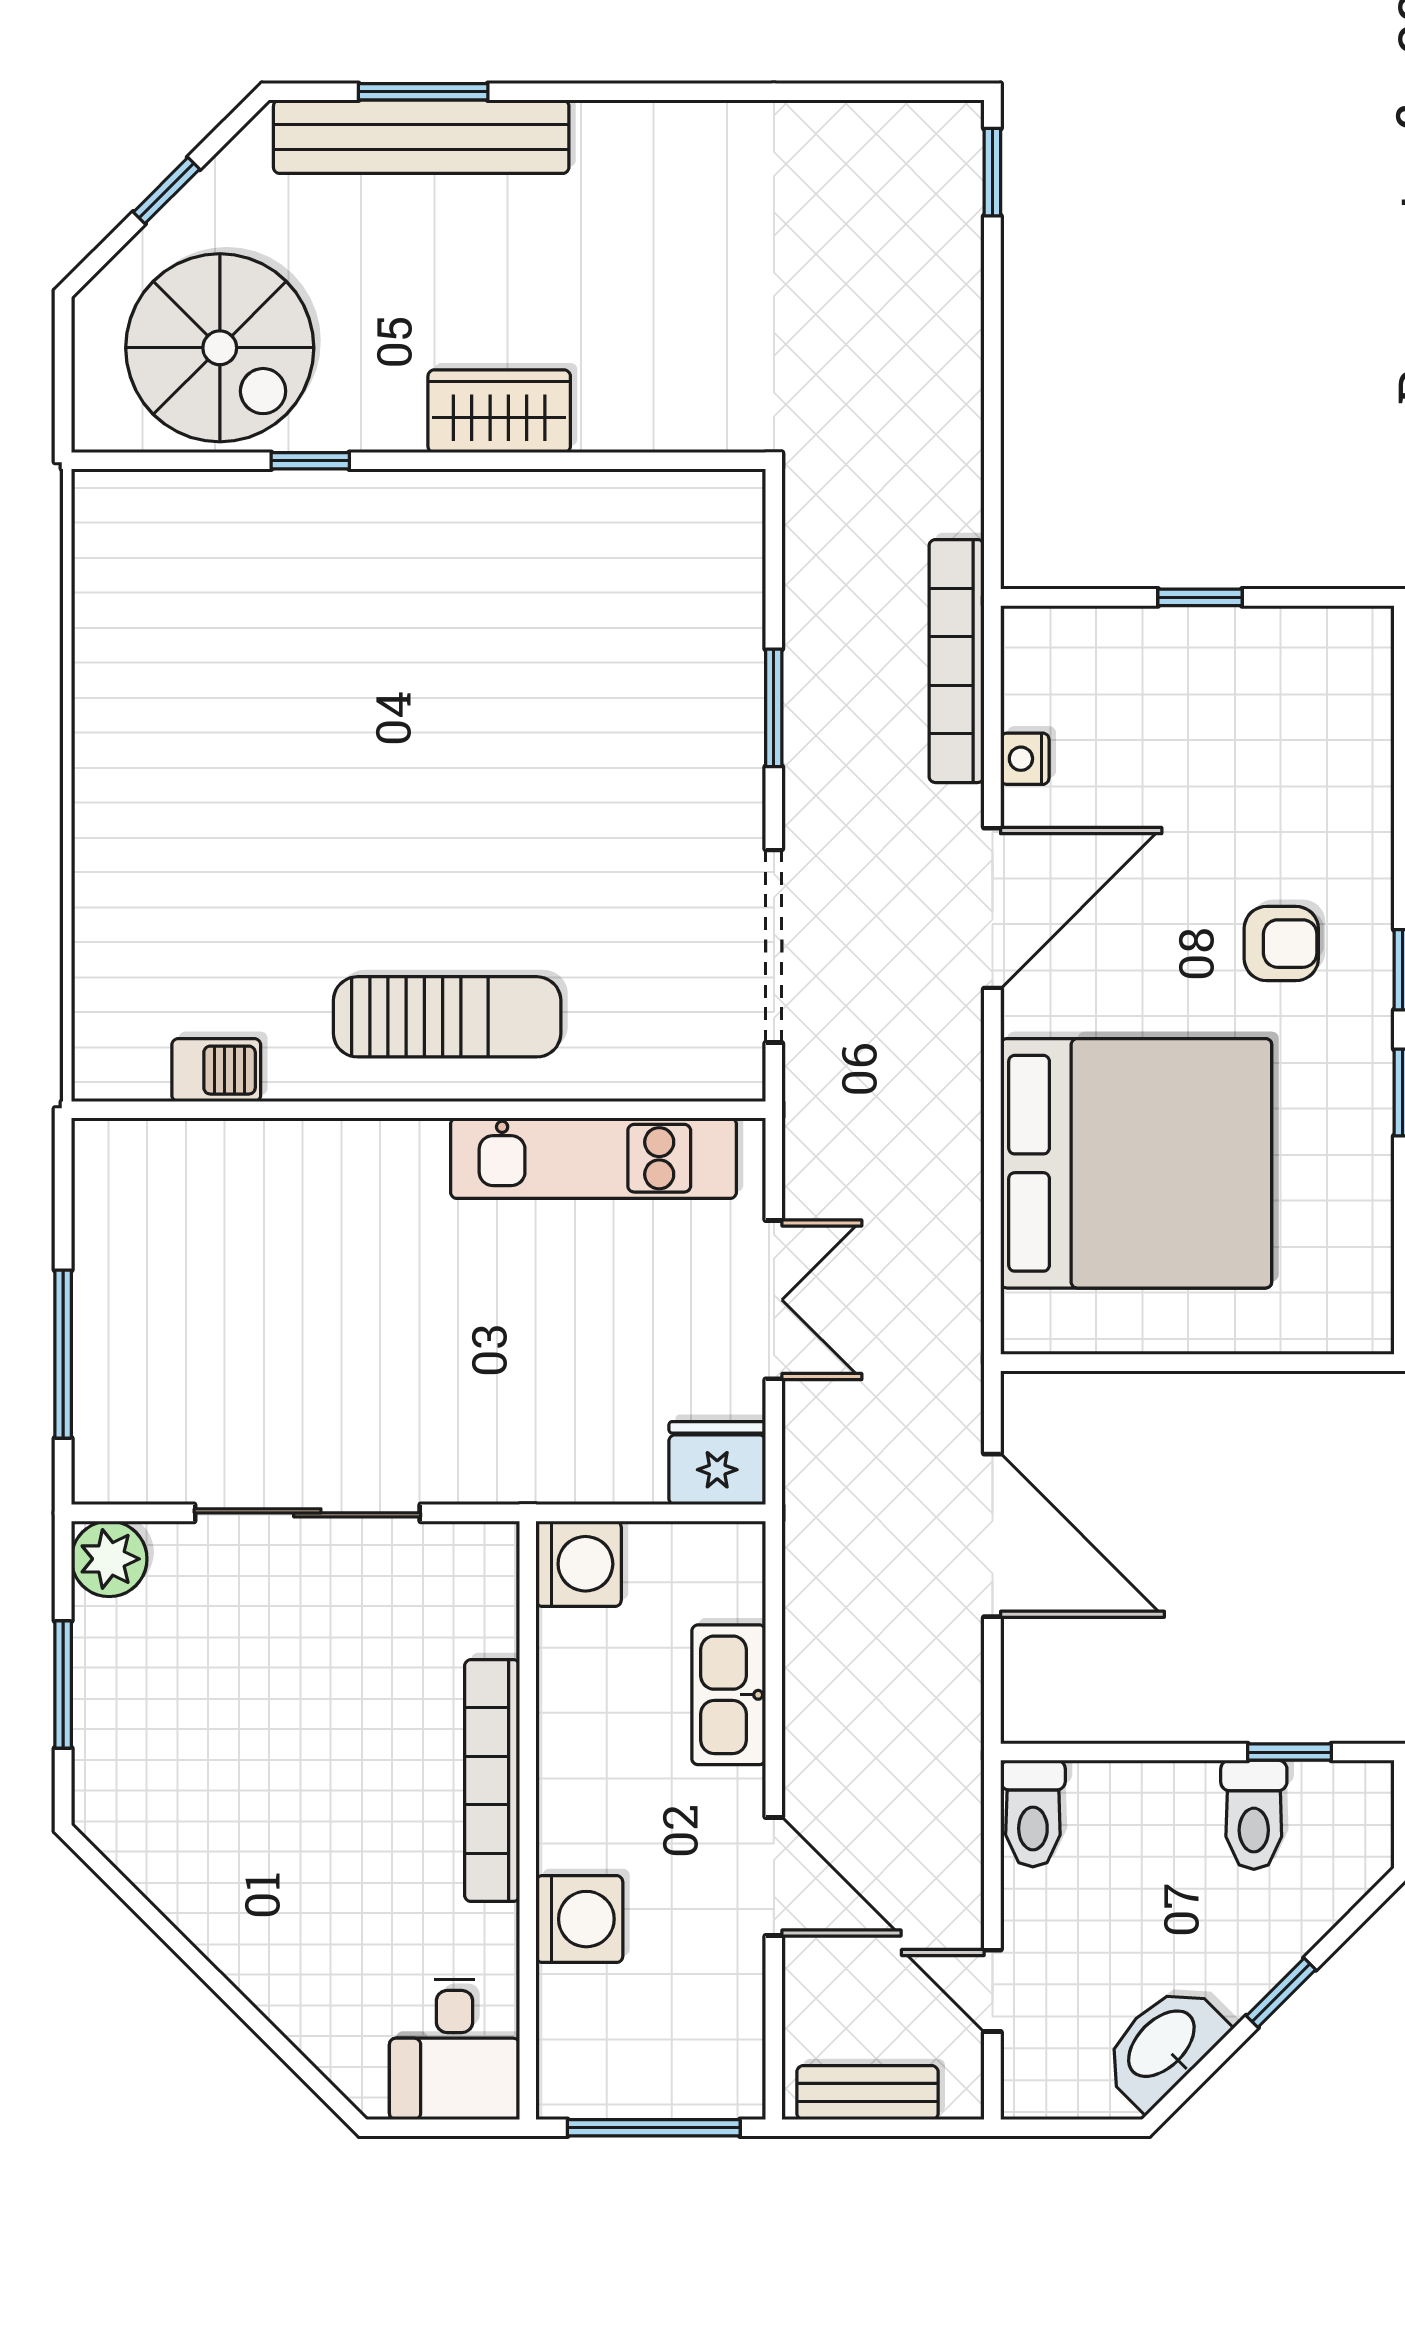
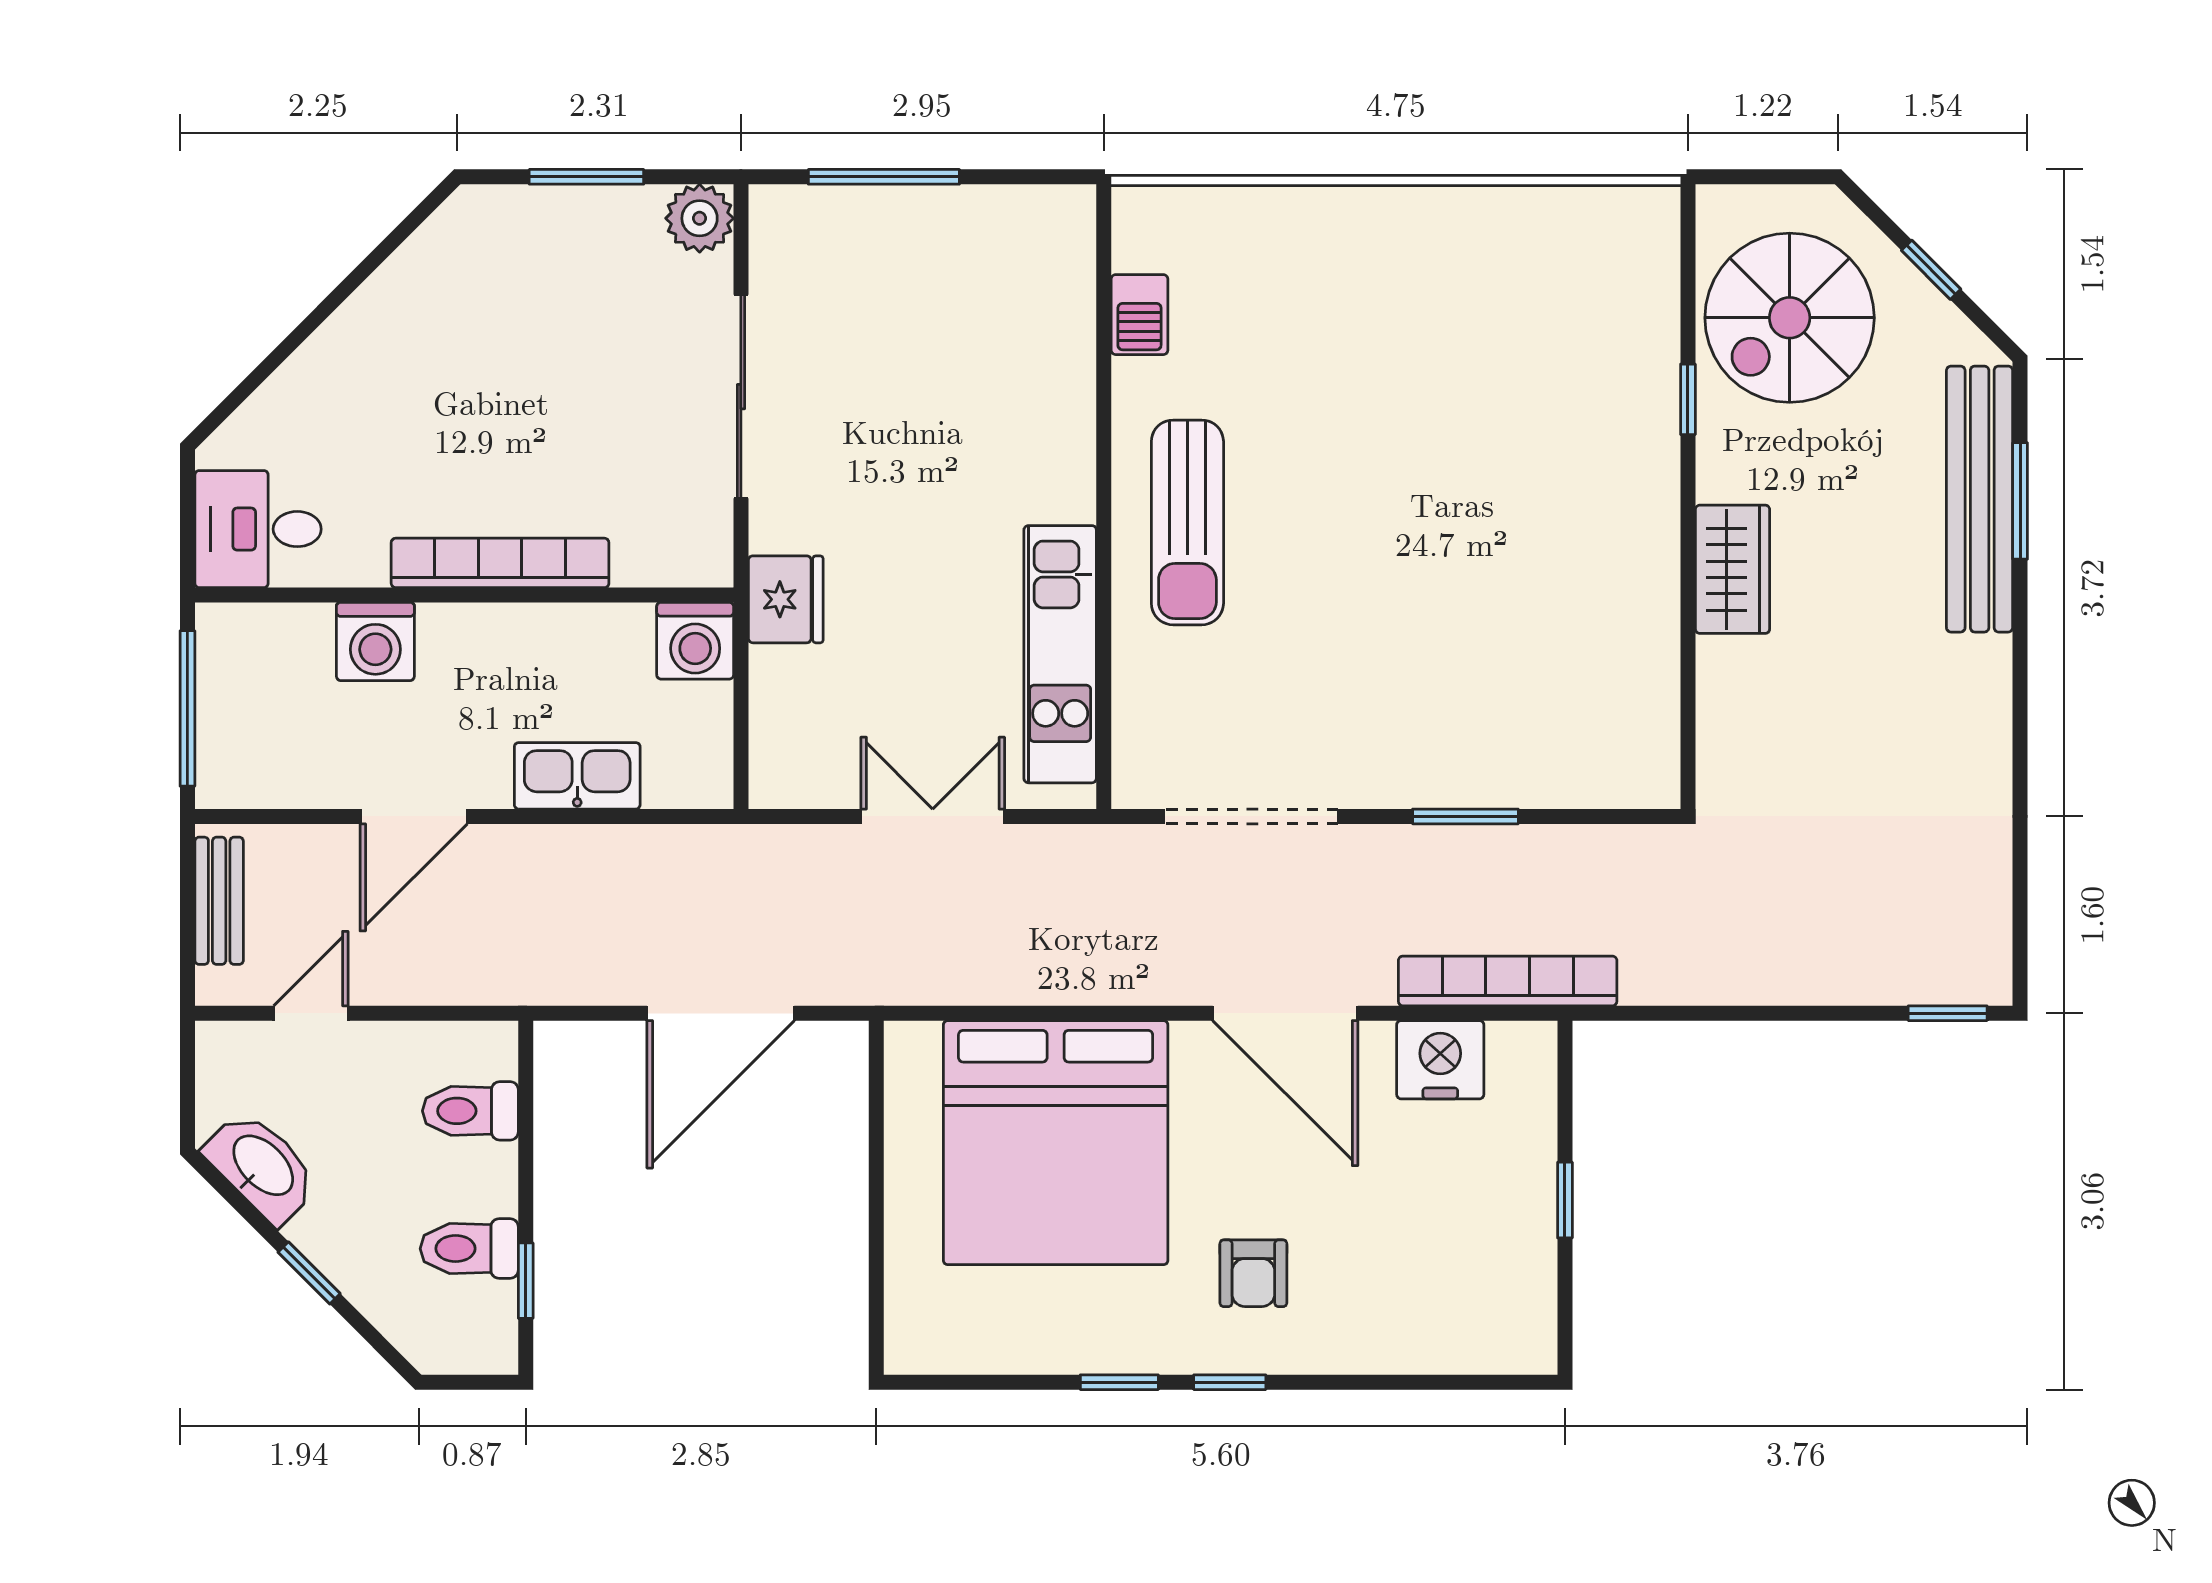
nightstand: (1025, 759) -> (1440, 1060), width x1.89, depth x1.79
double door: (774, 1300) -> (933, 816), swing flipped
fridge: (717, 1463) -> (786, 599), moved
toilet: (1033, 1814) -> (470, 1111), moved

